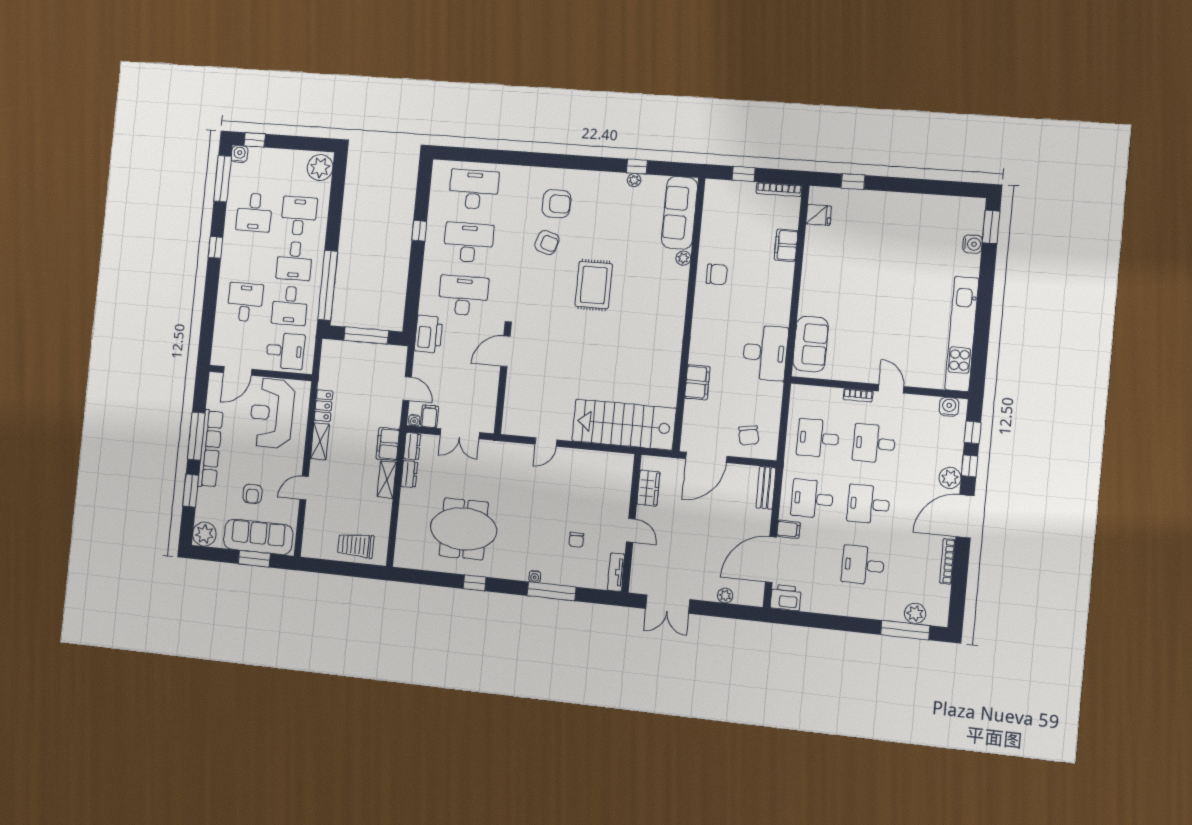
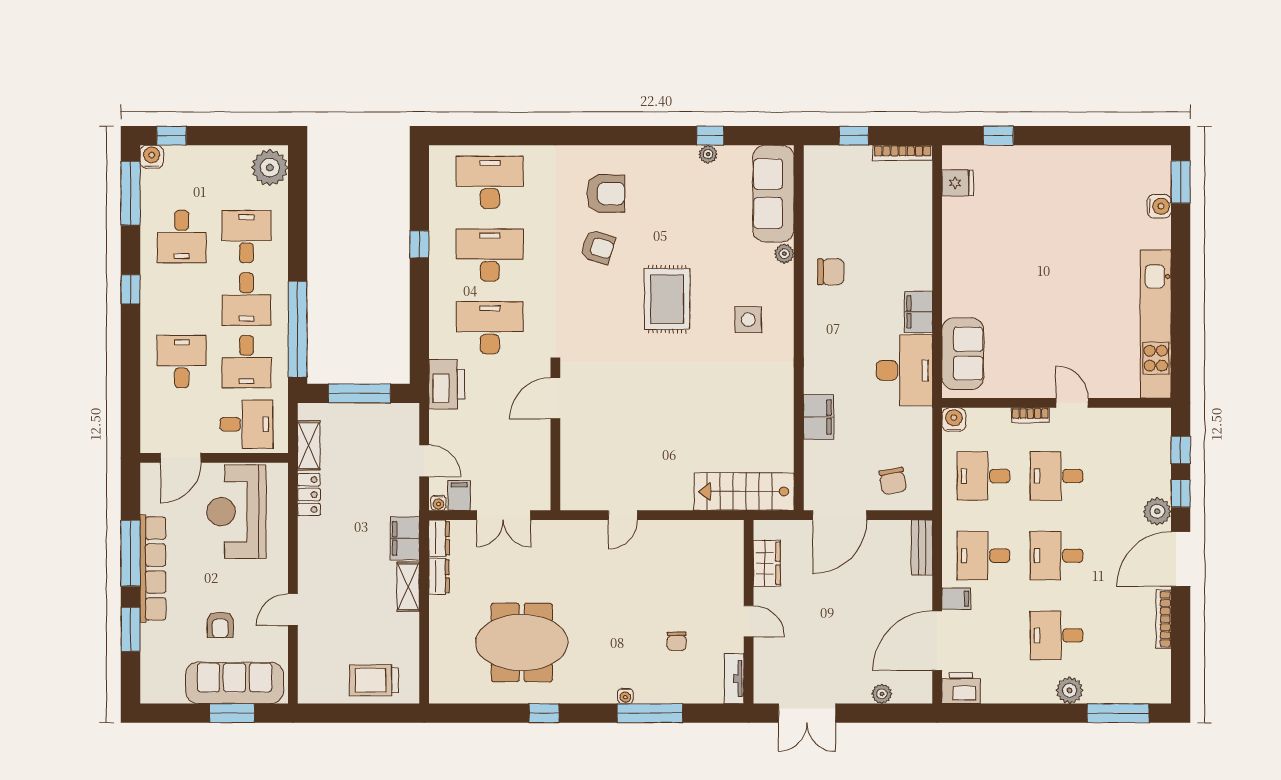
filing cabinet: (786, 245) -> (919, 312), moved
side table: (652, 305) -> (748, 320), added
water cooler: (949, 407) -> (954, 420), moved
stairs: (624, 425) -> (744, 492), width x0.73, depth x0.66
shelving: (320, 441) -> (309, 446), moved
plant: (204, 534) -> (157, 687), removed
plant: (915, 613) -> (1070, 690), moved

